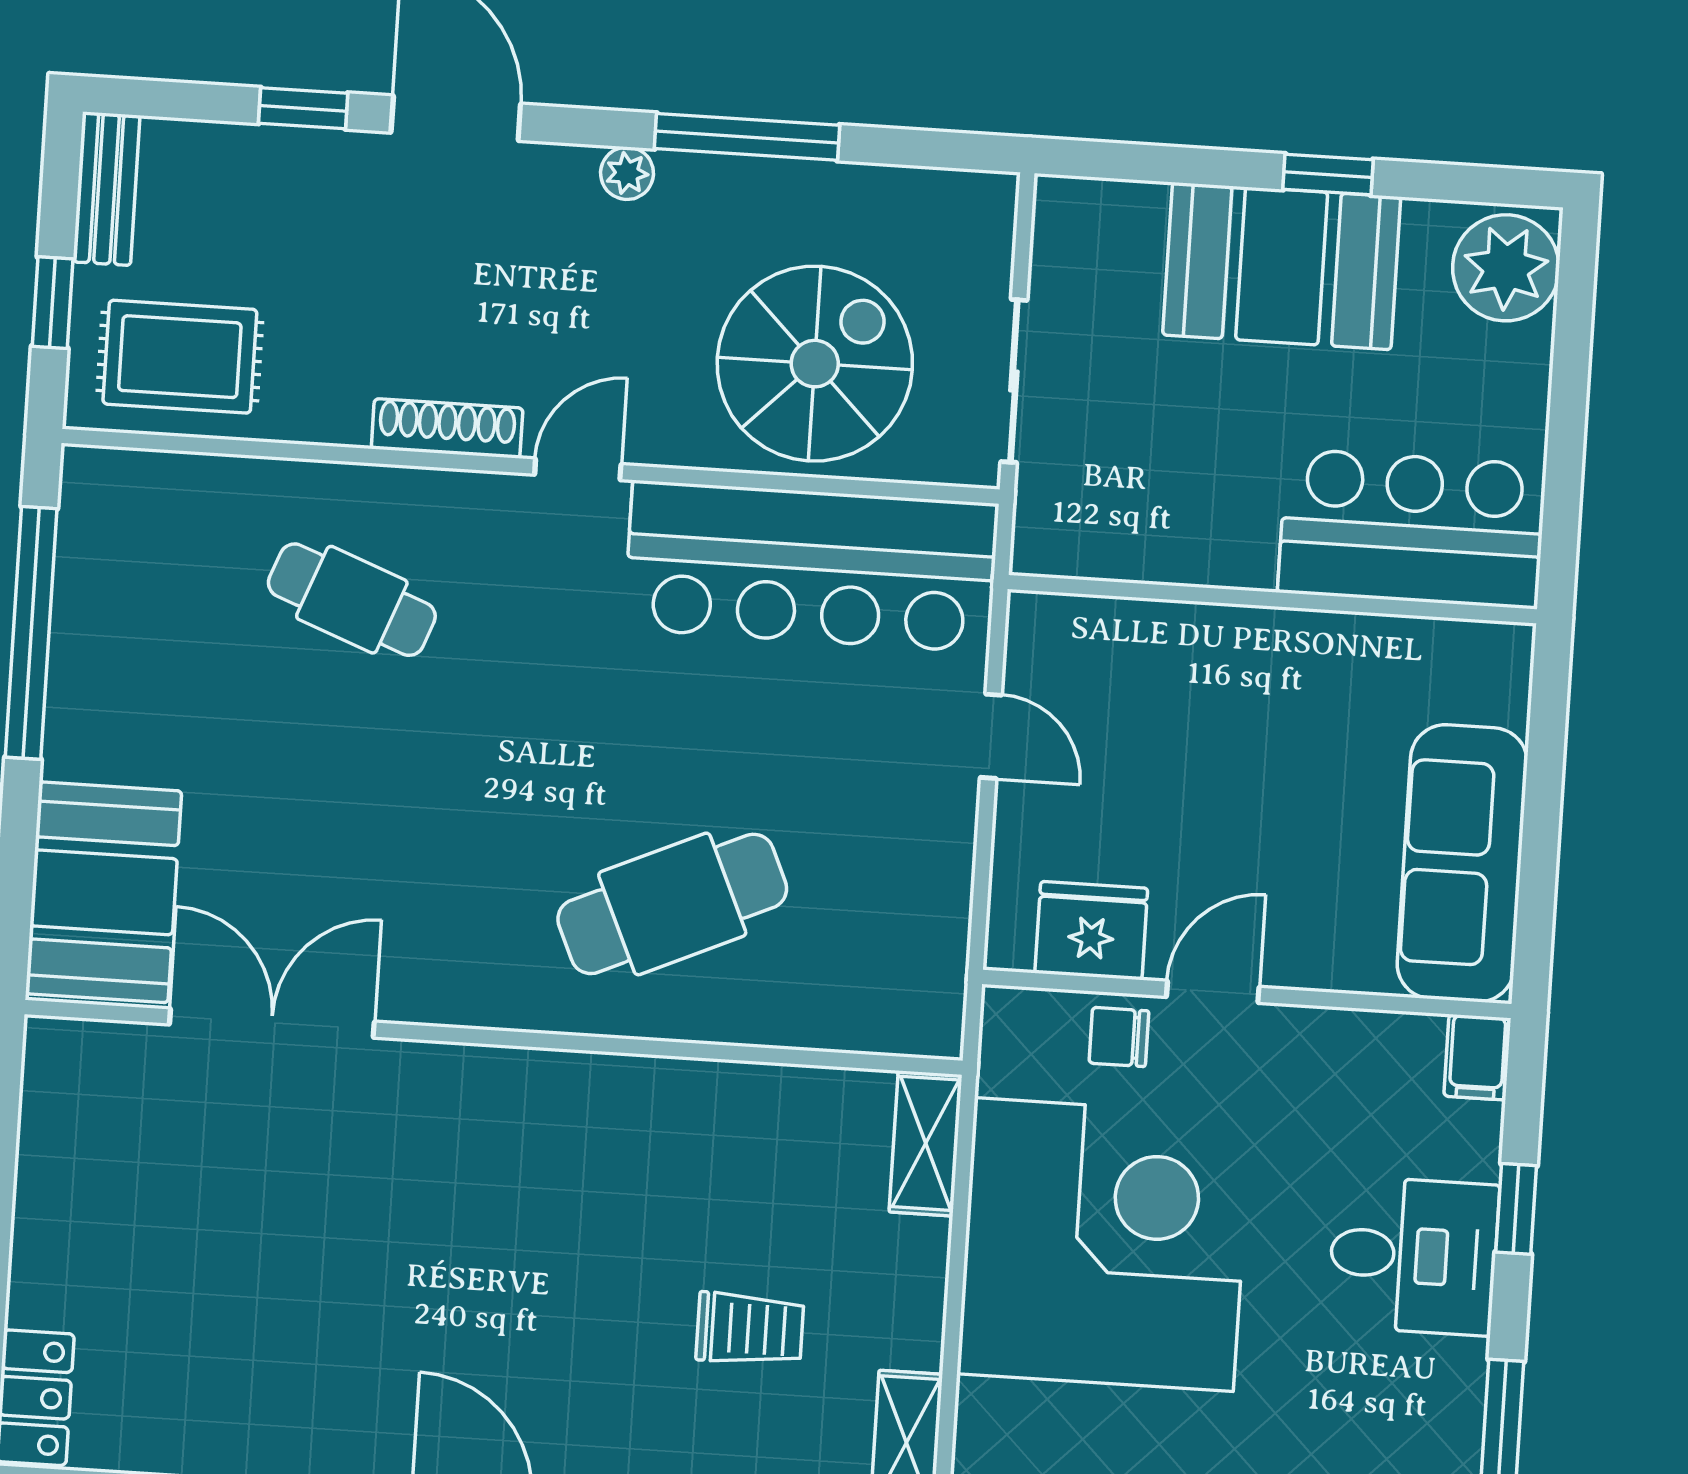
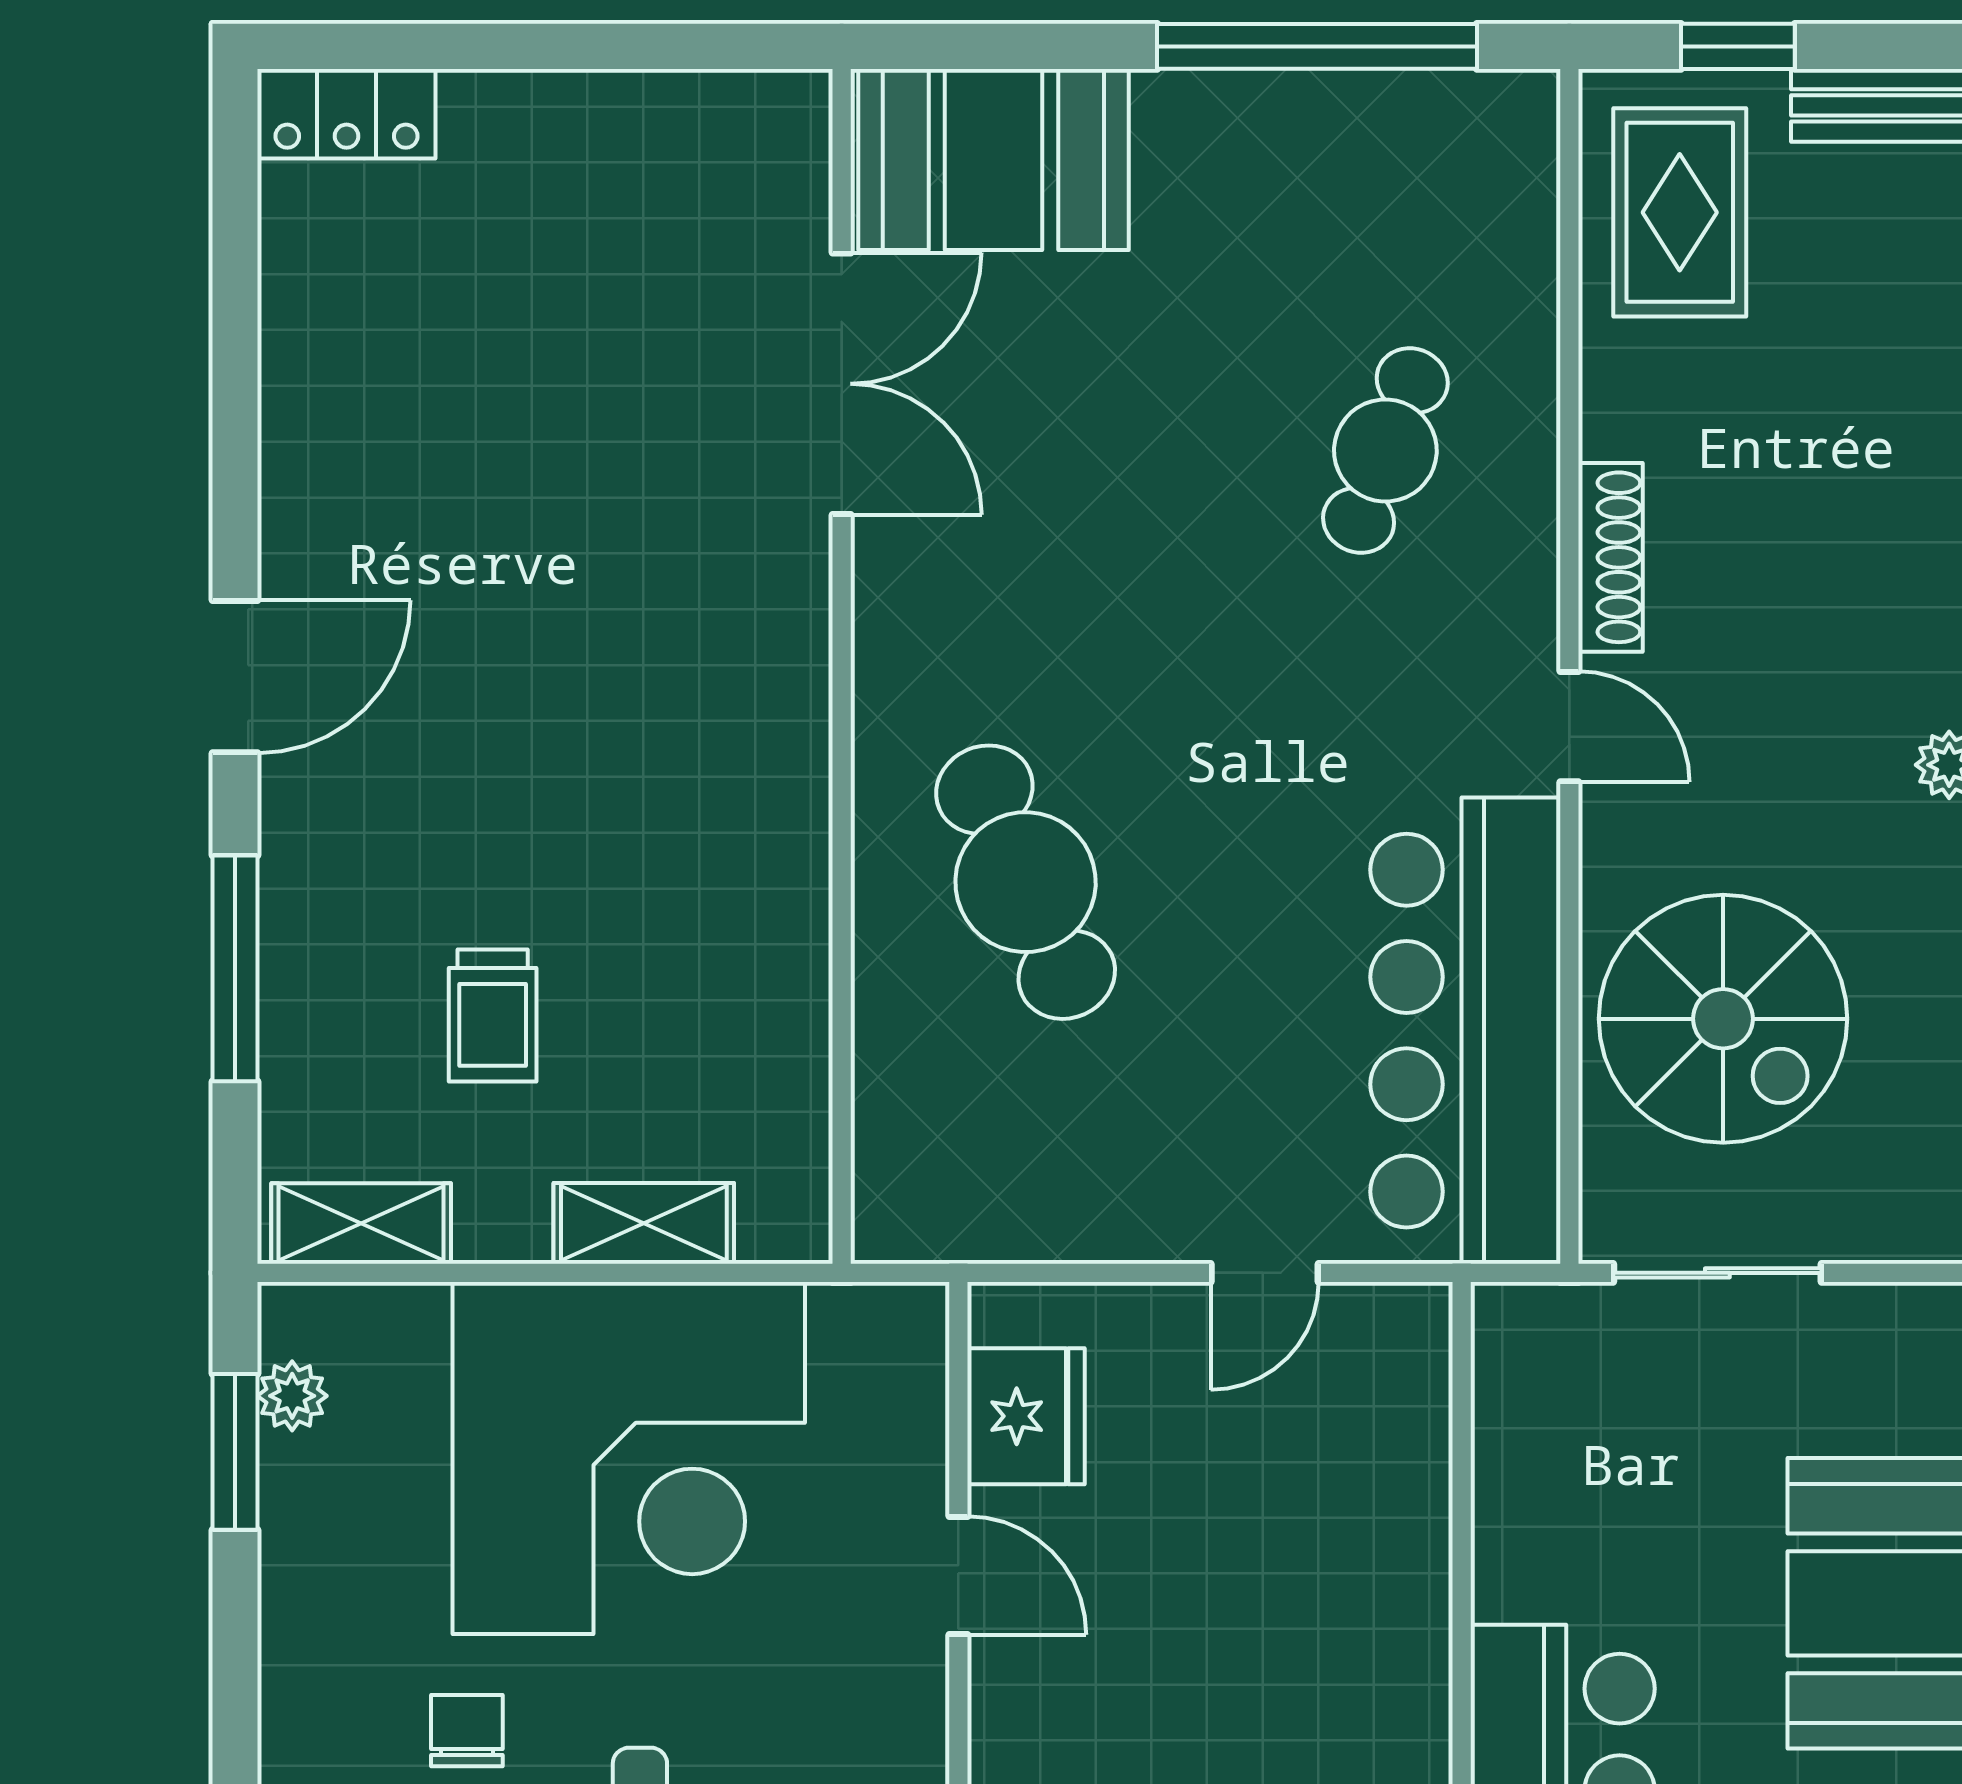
chair: (1119, 1037) -> (467, 1731), moved
shelving: (926, 1143) -> (644, 1223), moved

